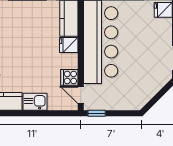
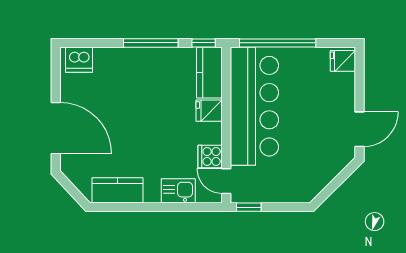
kitchen sink: (35, 102) -> (178, 191), moved

